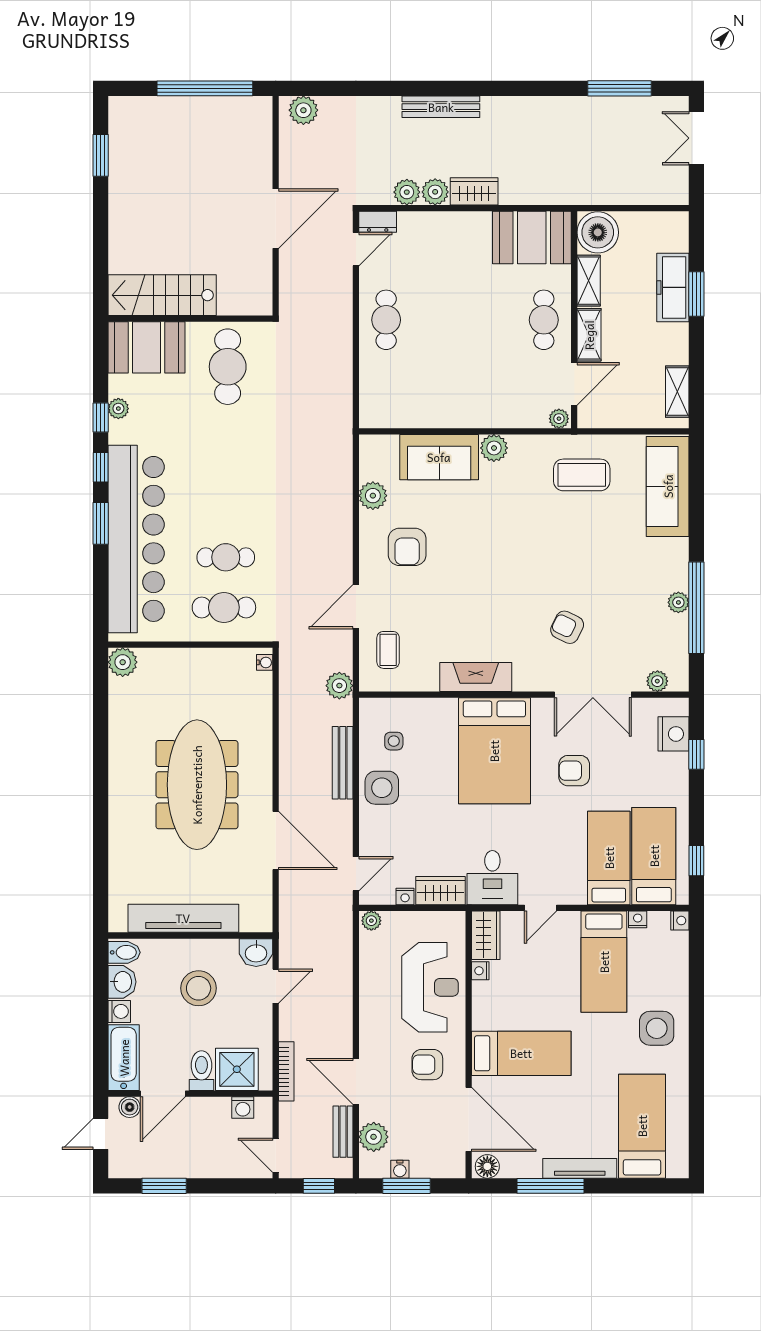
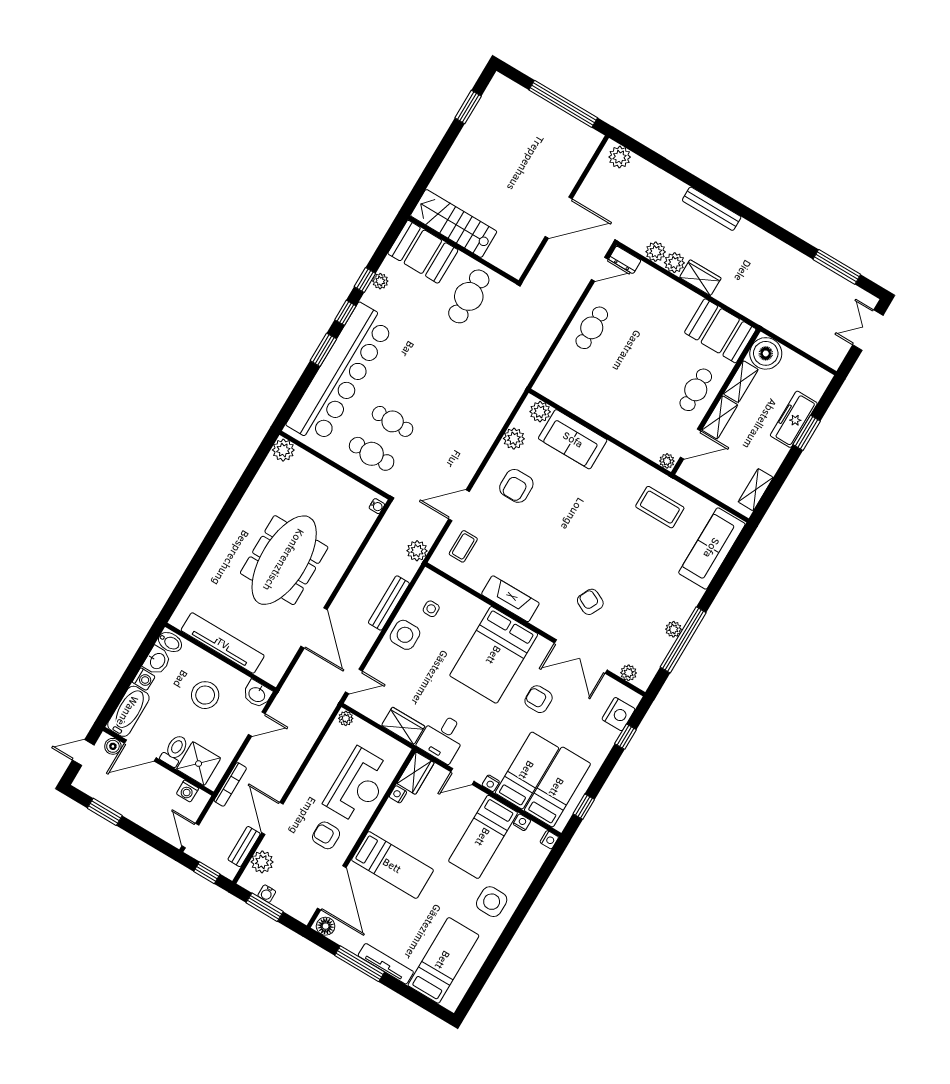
plant: (494, 448) -> (540, 412), moved
nightstand: (405, 896) -> (491, 783), moved

